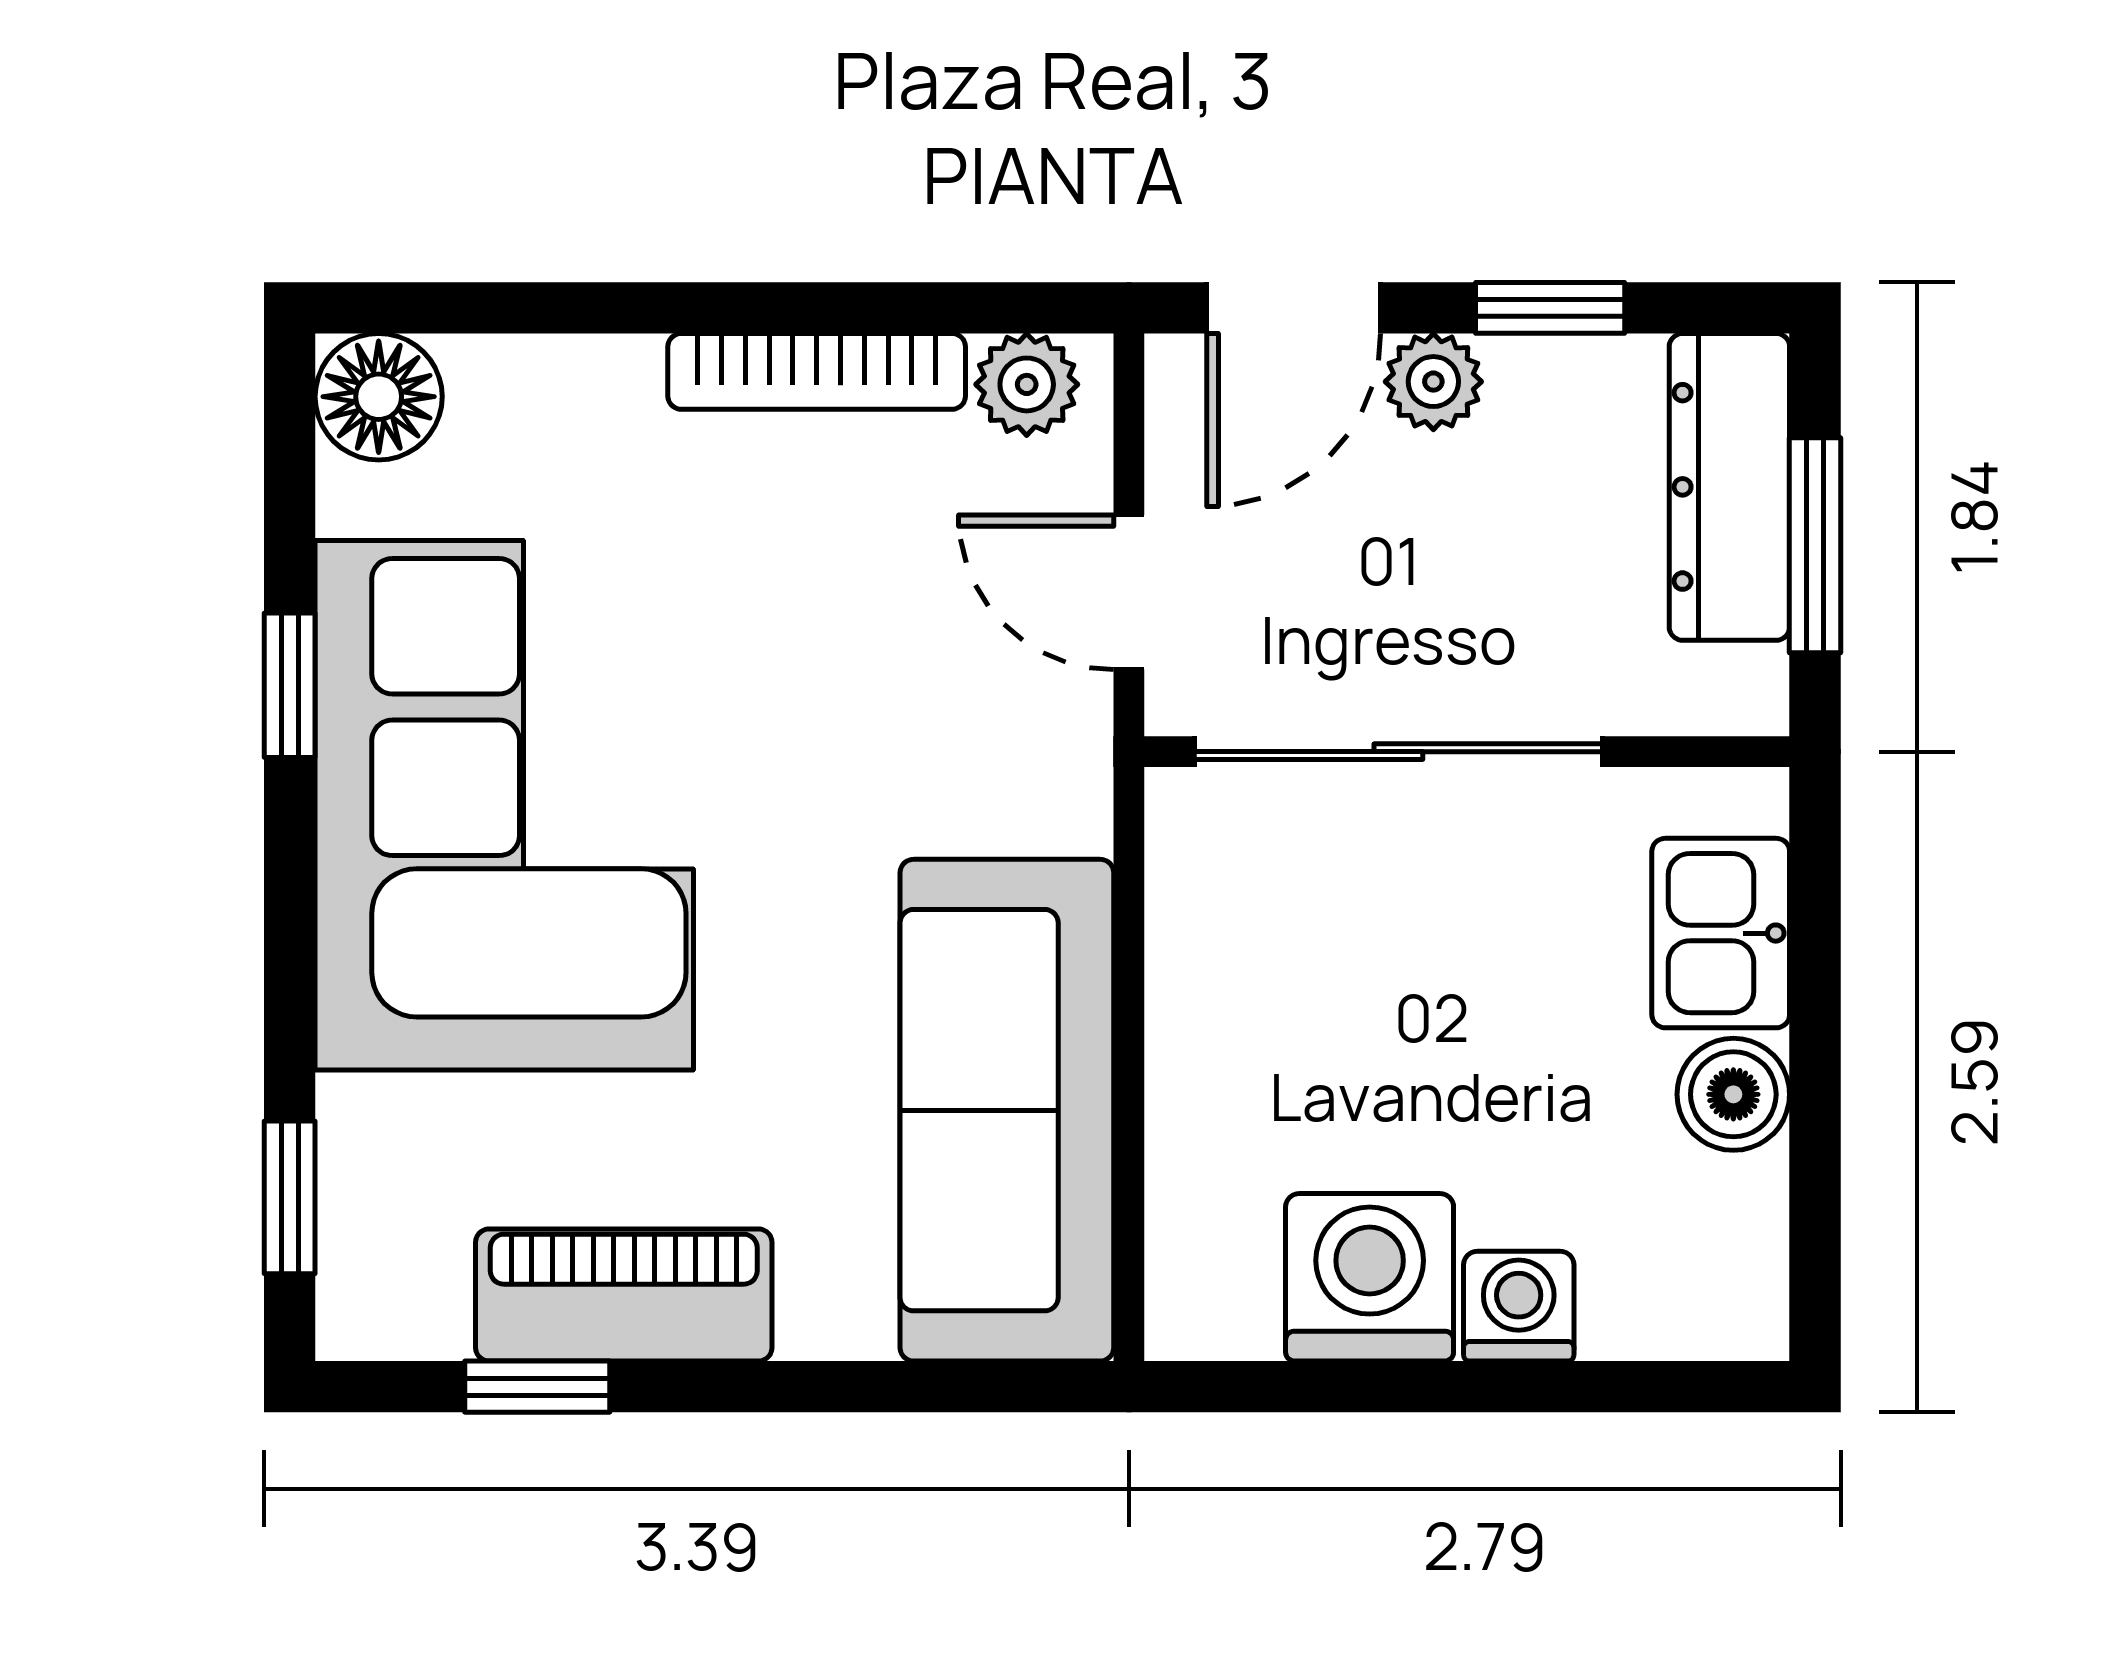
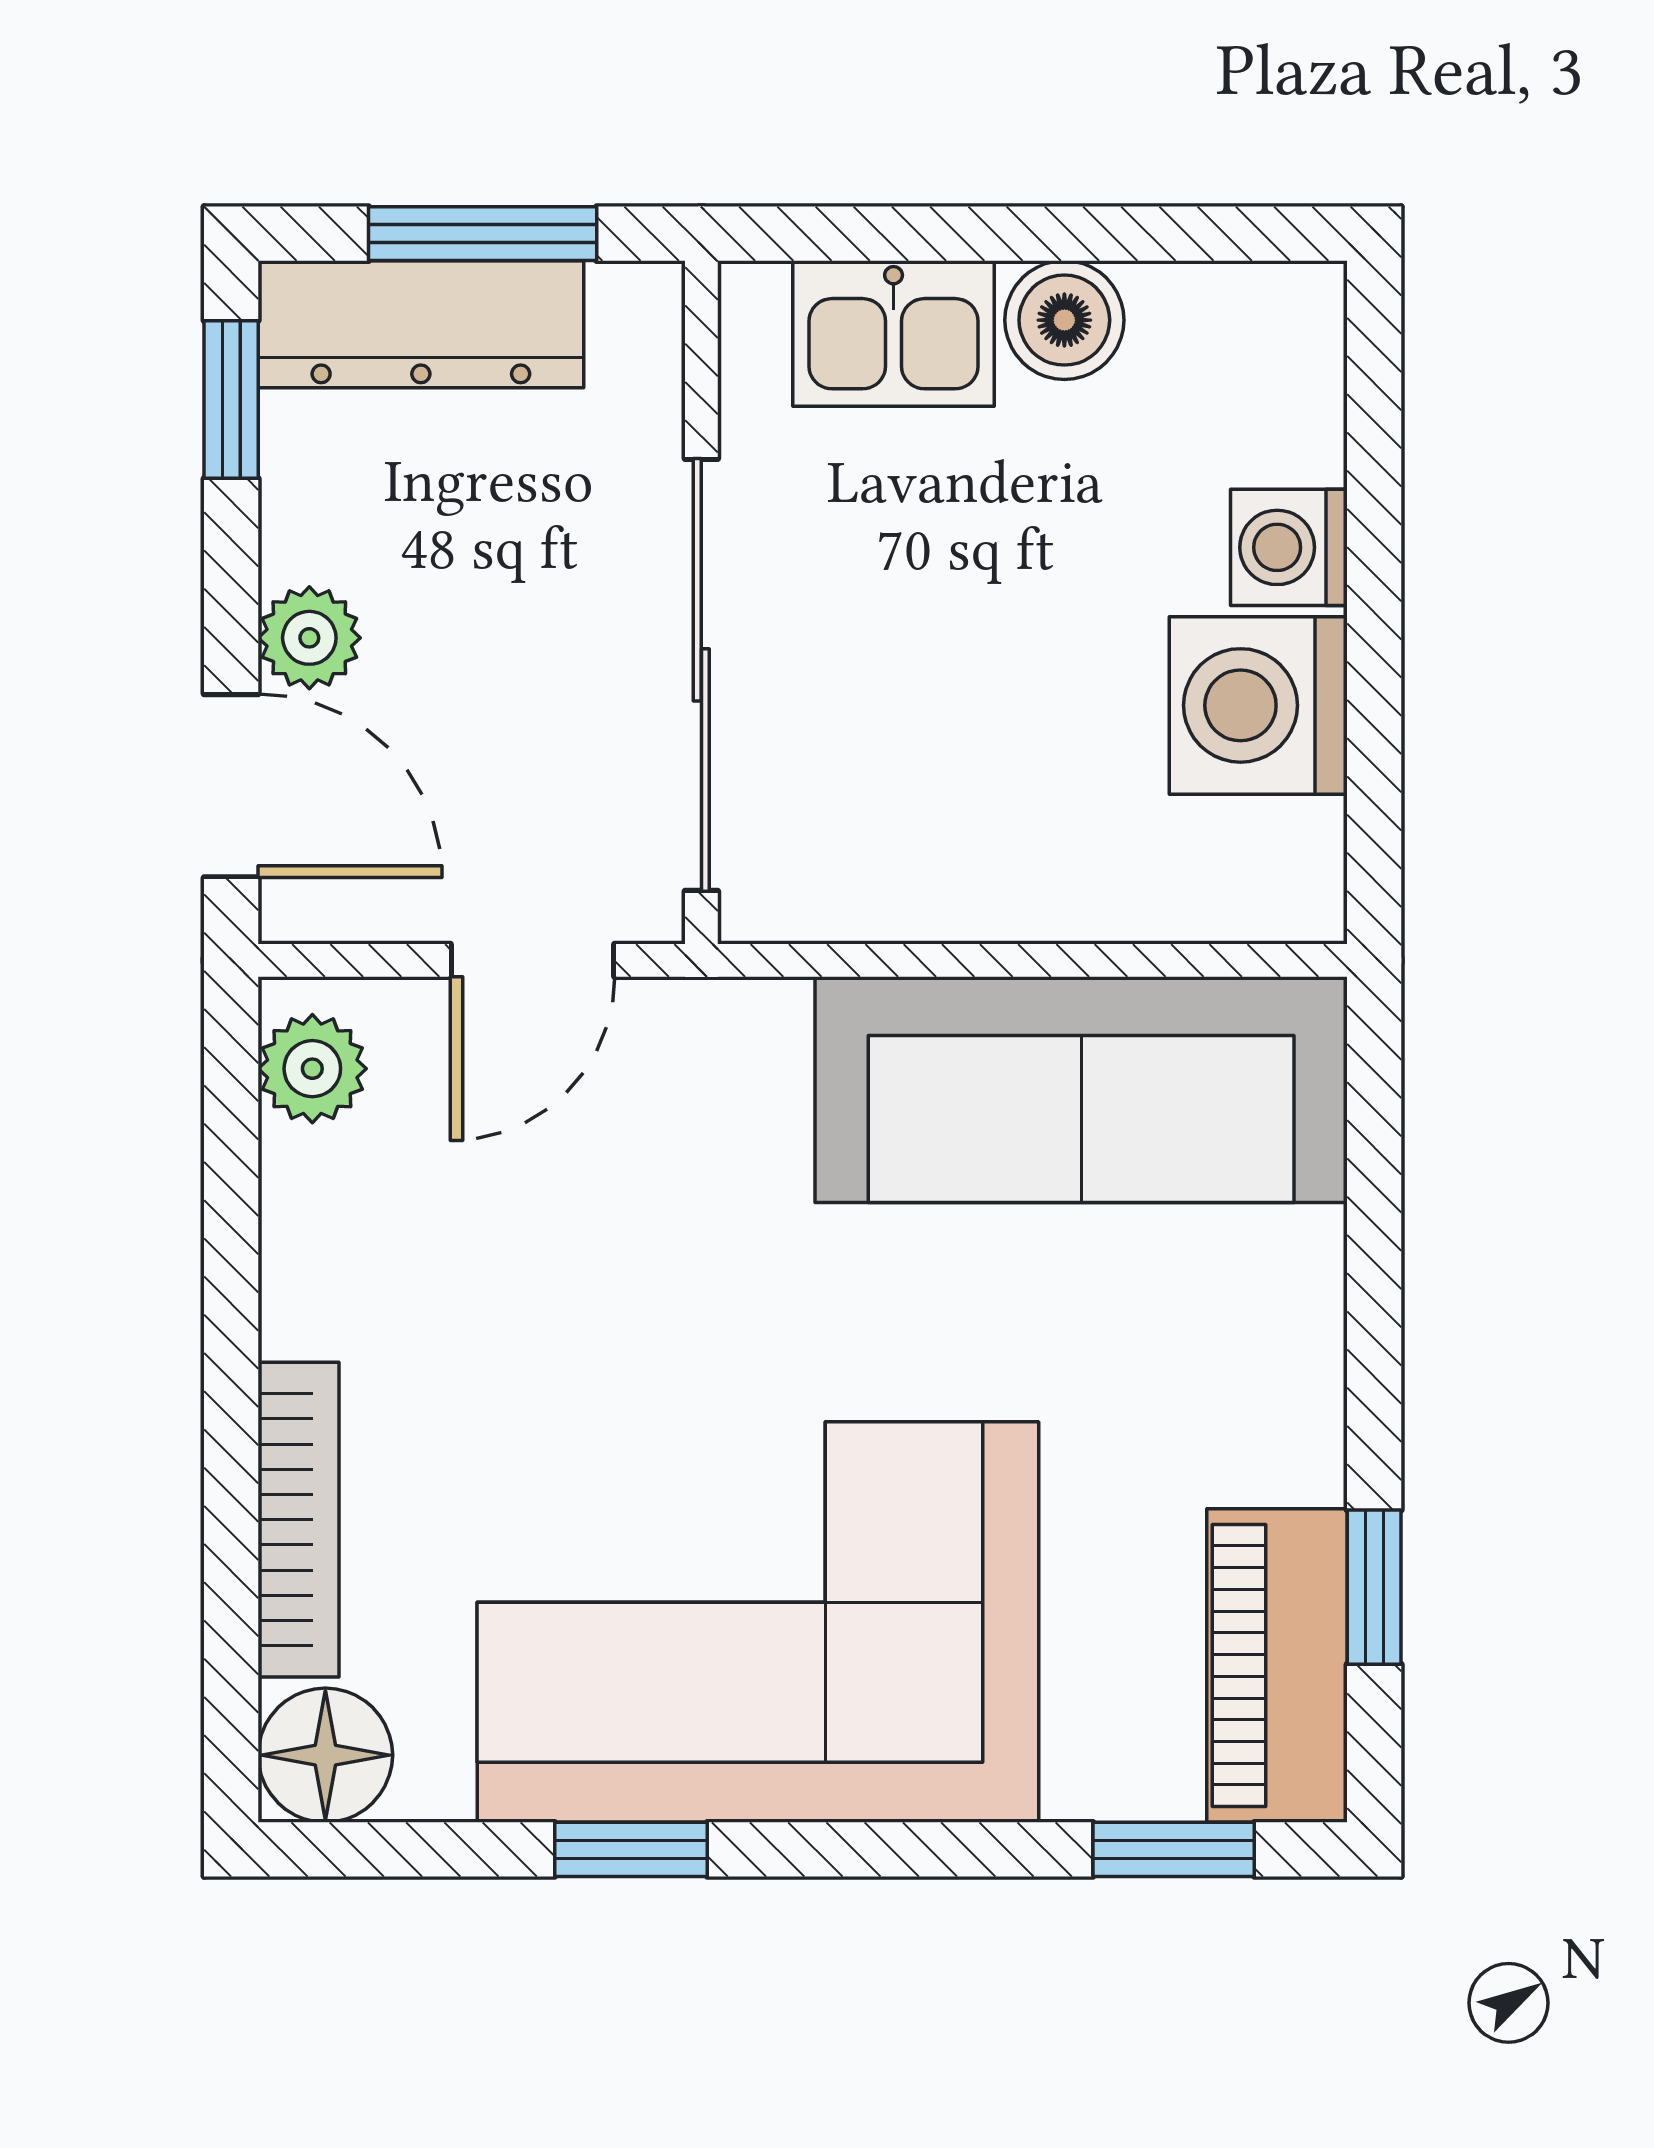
window: (1550, 308) -> (231, 400), moved
bookcase: (817, 371) -> (299, 1520), moved
piano: (624, 1295) -> (1277, 1665), moved

